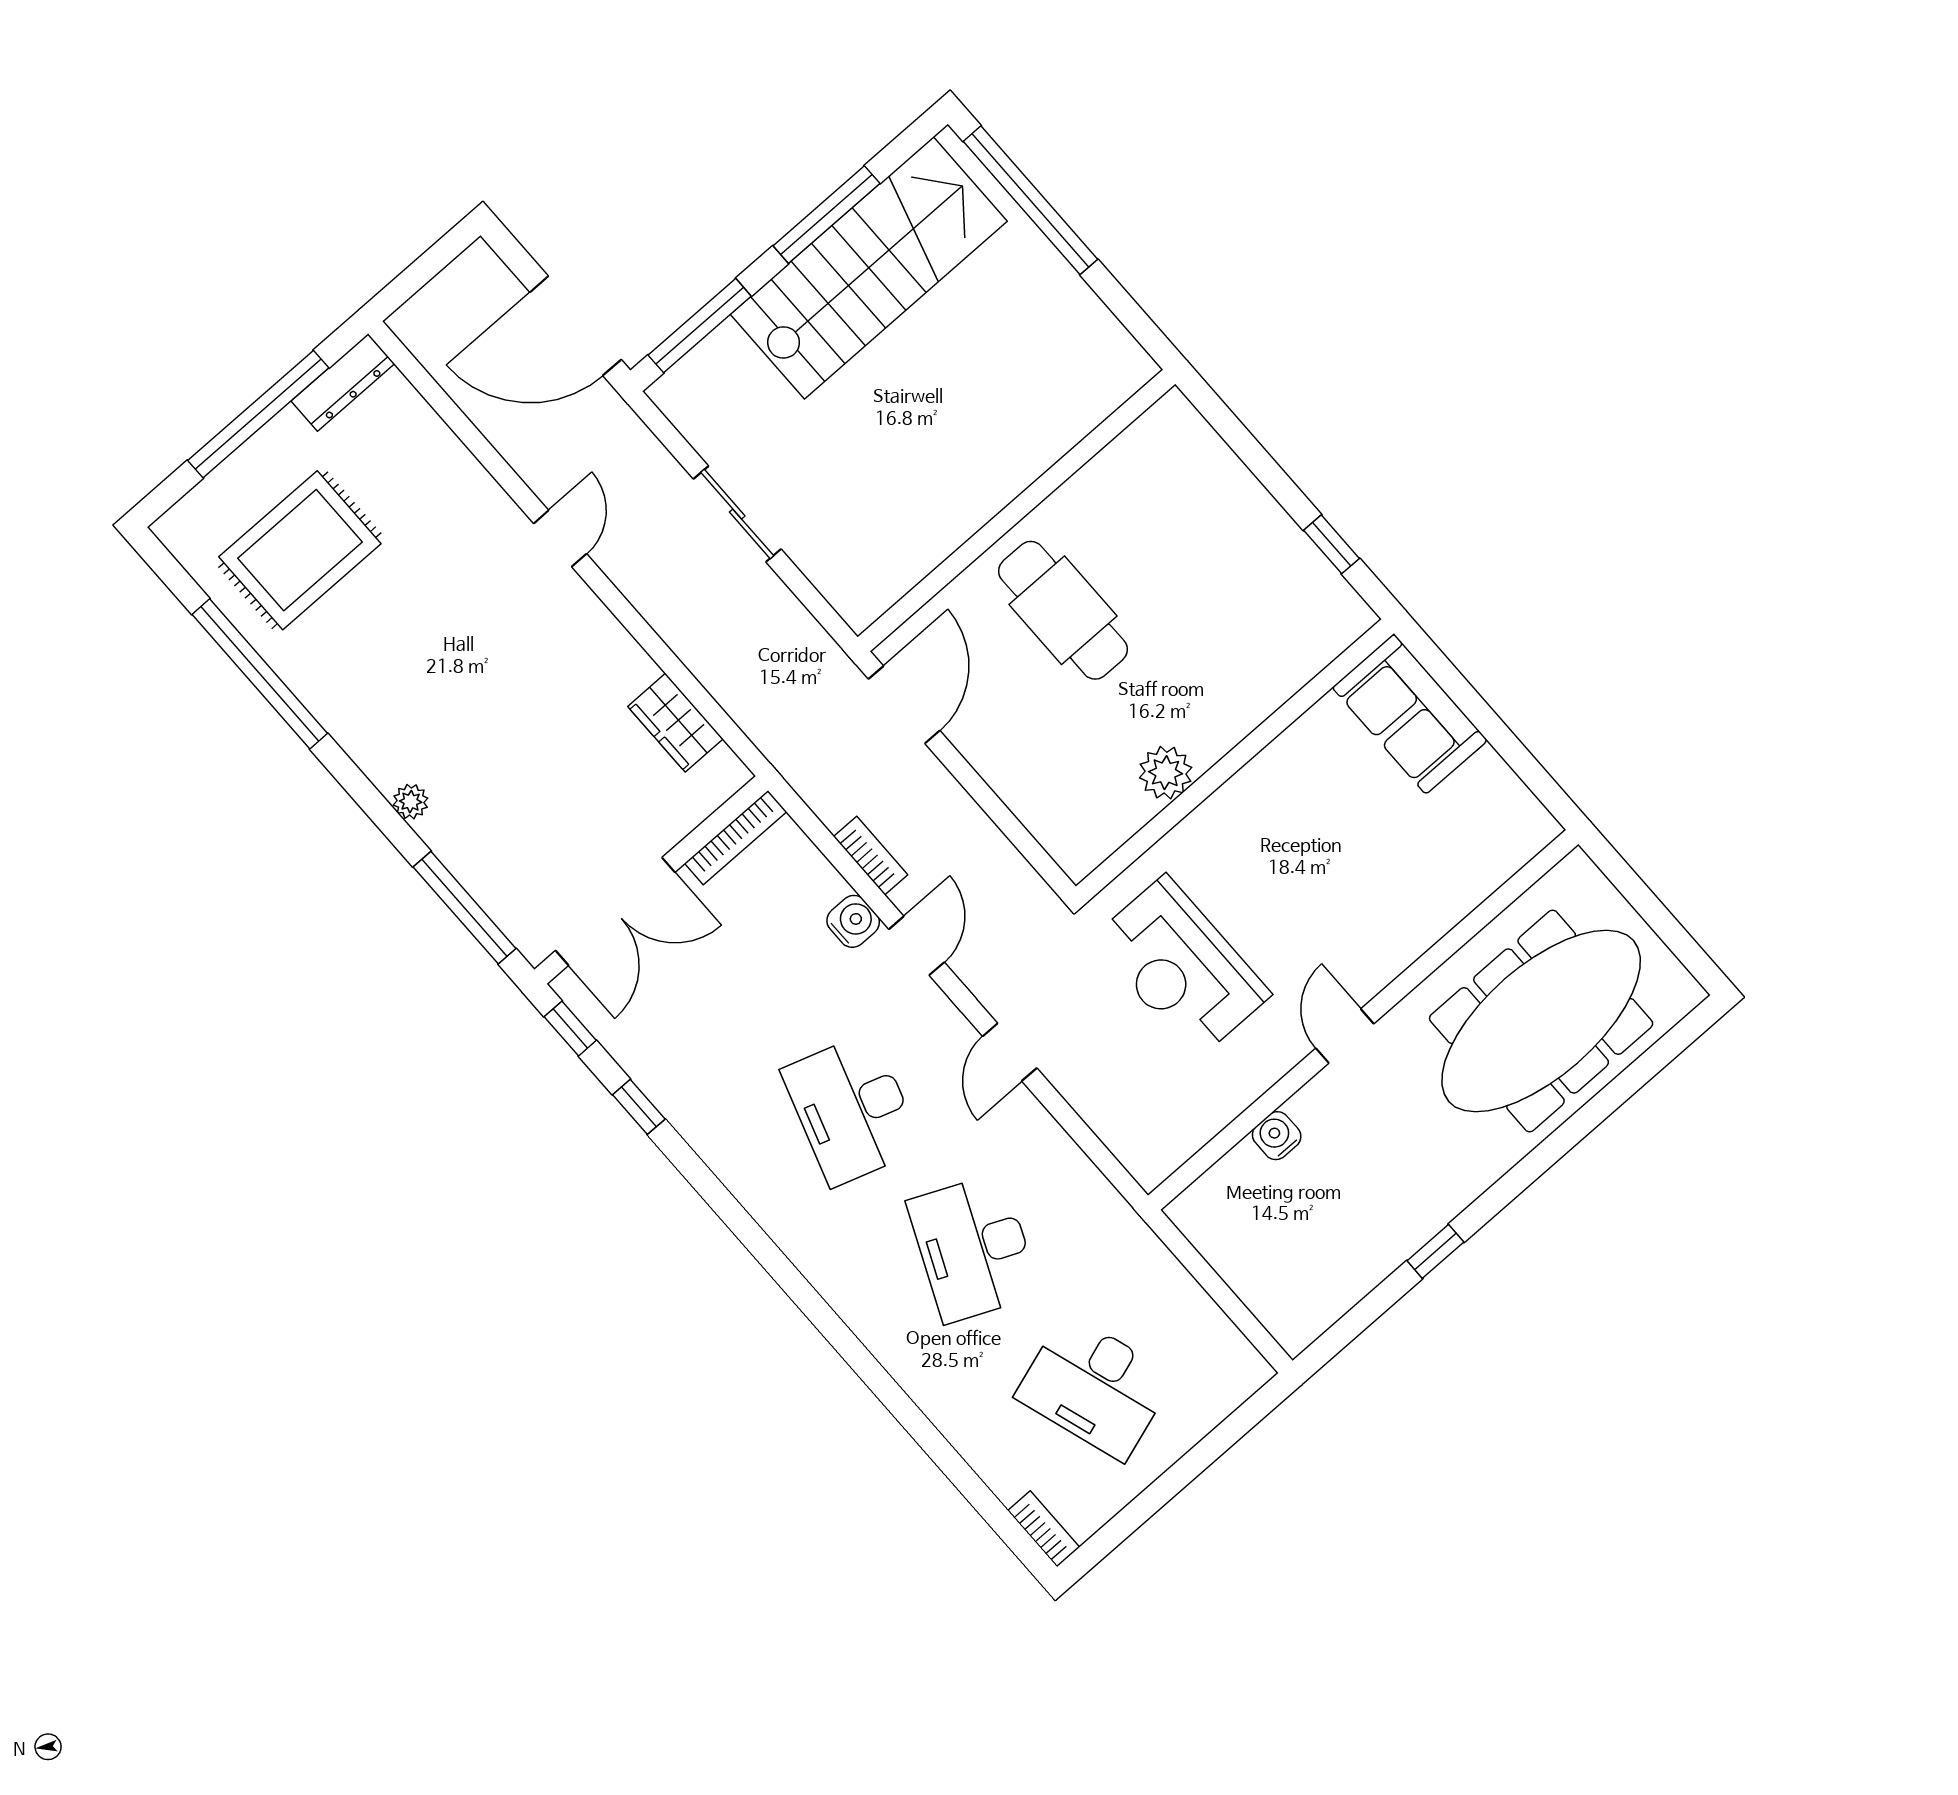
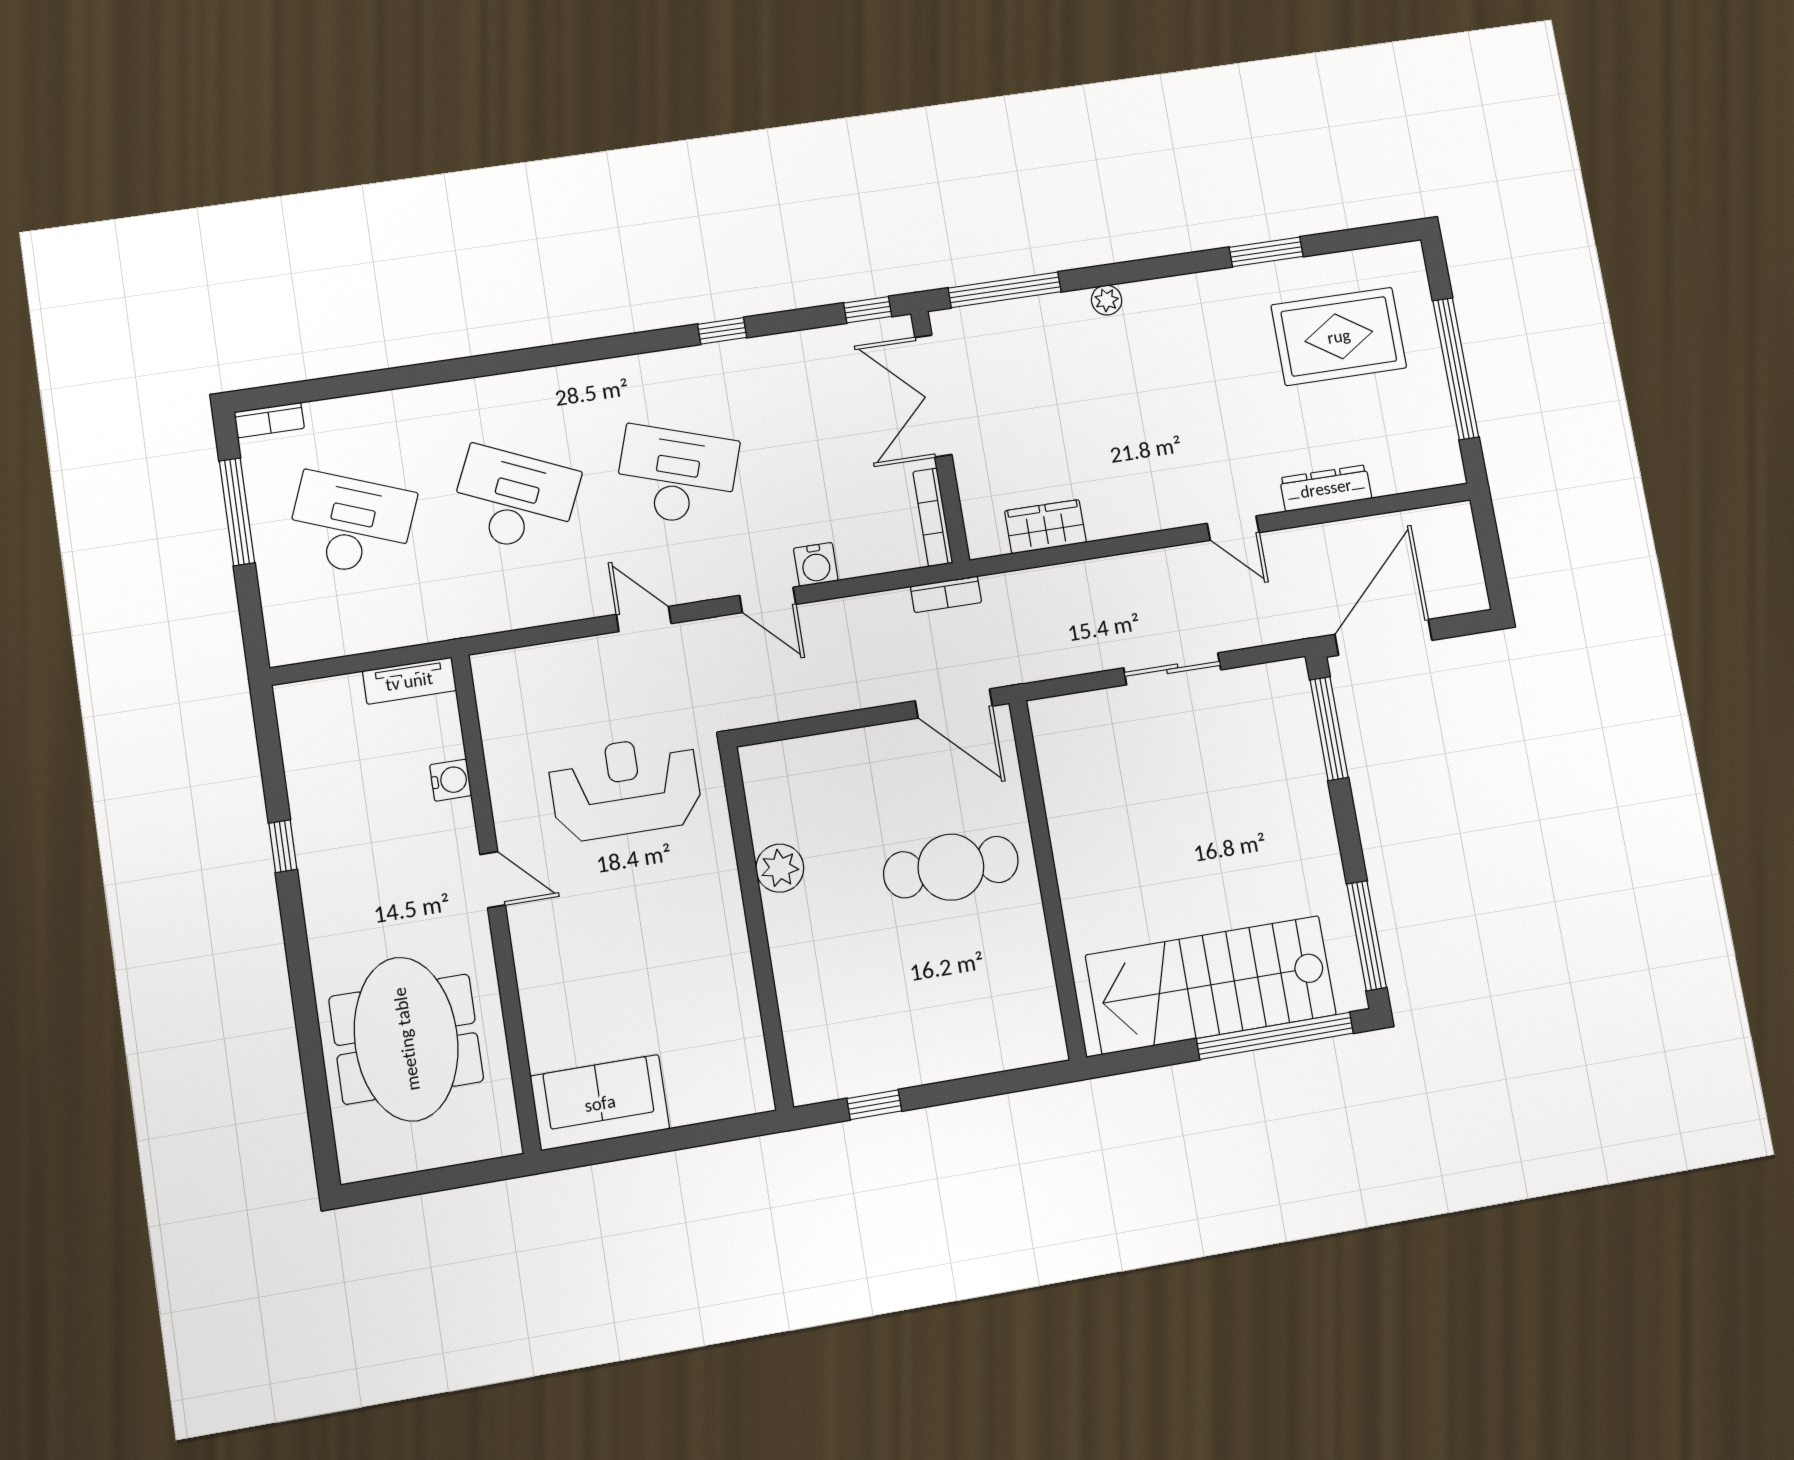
window: (826, 215) -> (1367, 936), moved
stairs: (869, 268) -> (1211, 985), moved, turned 90
dresser: (343, 382) -> (1326, 488), moved, turned 90
rug: (300, 550) -> (1339, 336), turned 90
window: (260, 674) -> (1266, 252), width x0.47
sofa: (1410, 714) -> (600, 1103), moved
bookcase: (871, 856) -> (946, 594), moved
meeting table: (1541, 1021) -> (406, 1039), width x0.73
window: (639, 1107) -> (722, 331), moved
tv unit: (1208, 1235) -> (409, 681), added
desk: (1095, 1387) -> (351, 525), turned 39
window: (1150, 1501) -> (237, 512), added

